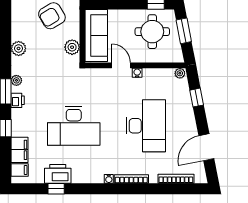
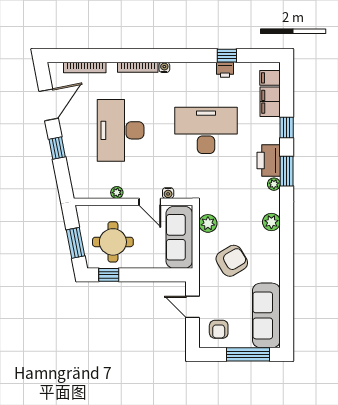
water cooler: (137, 73) -> (168, 193), moved
plant: (180, 73) -> (117, 193), moved
window: (197, 98) -> (57, 148), moved
printer: (18, 100) -> (269, 161), width x1.87, depth x1.48
printer: (58, 174) -> (225, 70), width x0.53, depth x0.68

